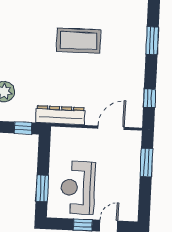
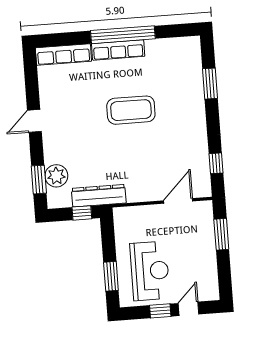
window: (152, 41) -> (210, 84), moved
dresser: (60, 115) -> (99, 196), moved
reception desk: (78, 188) -> (150, 271), turned 180

